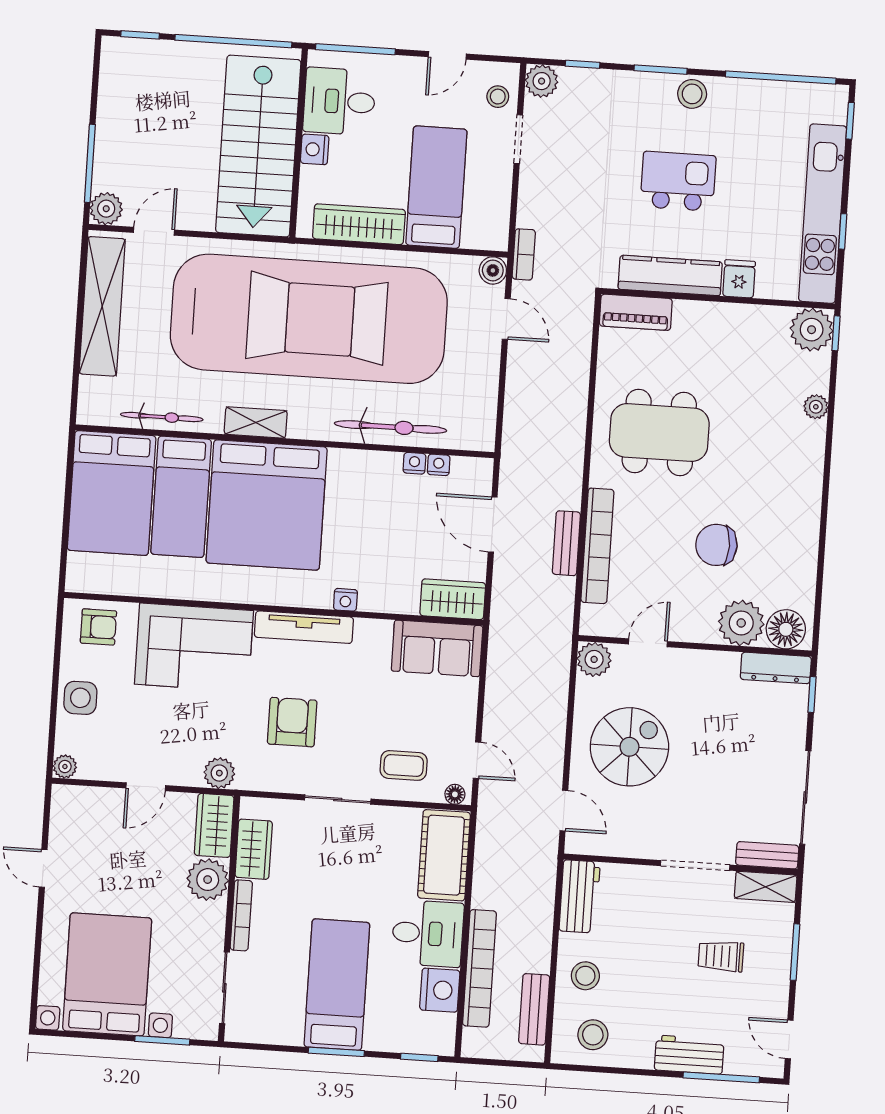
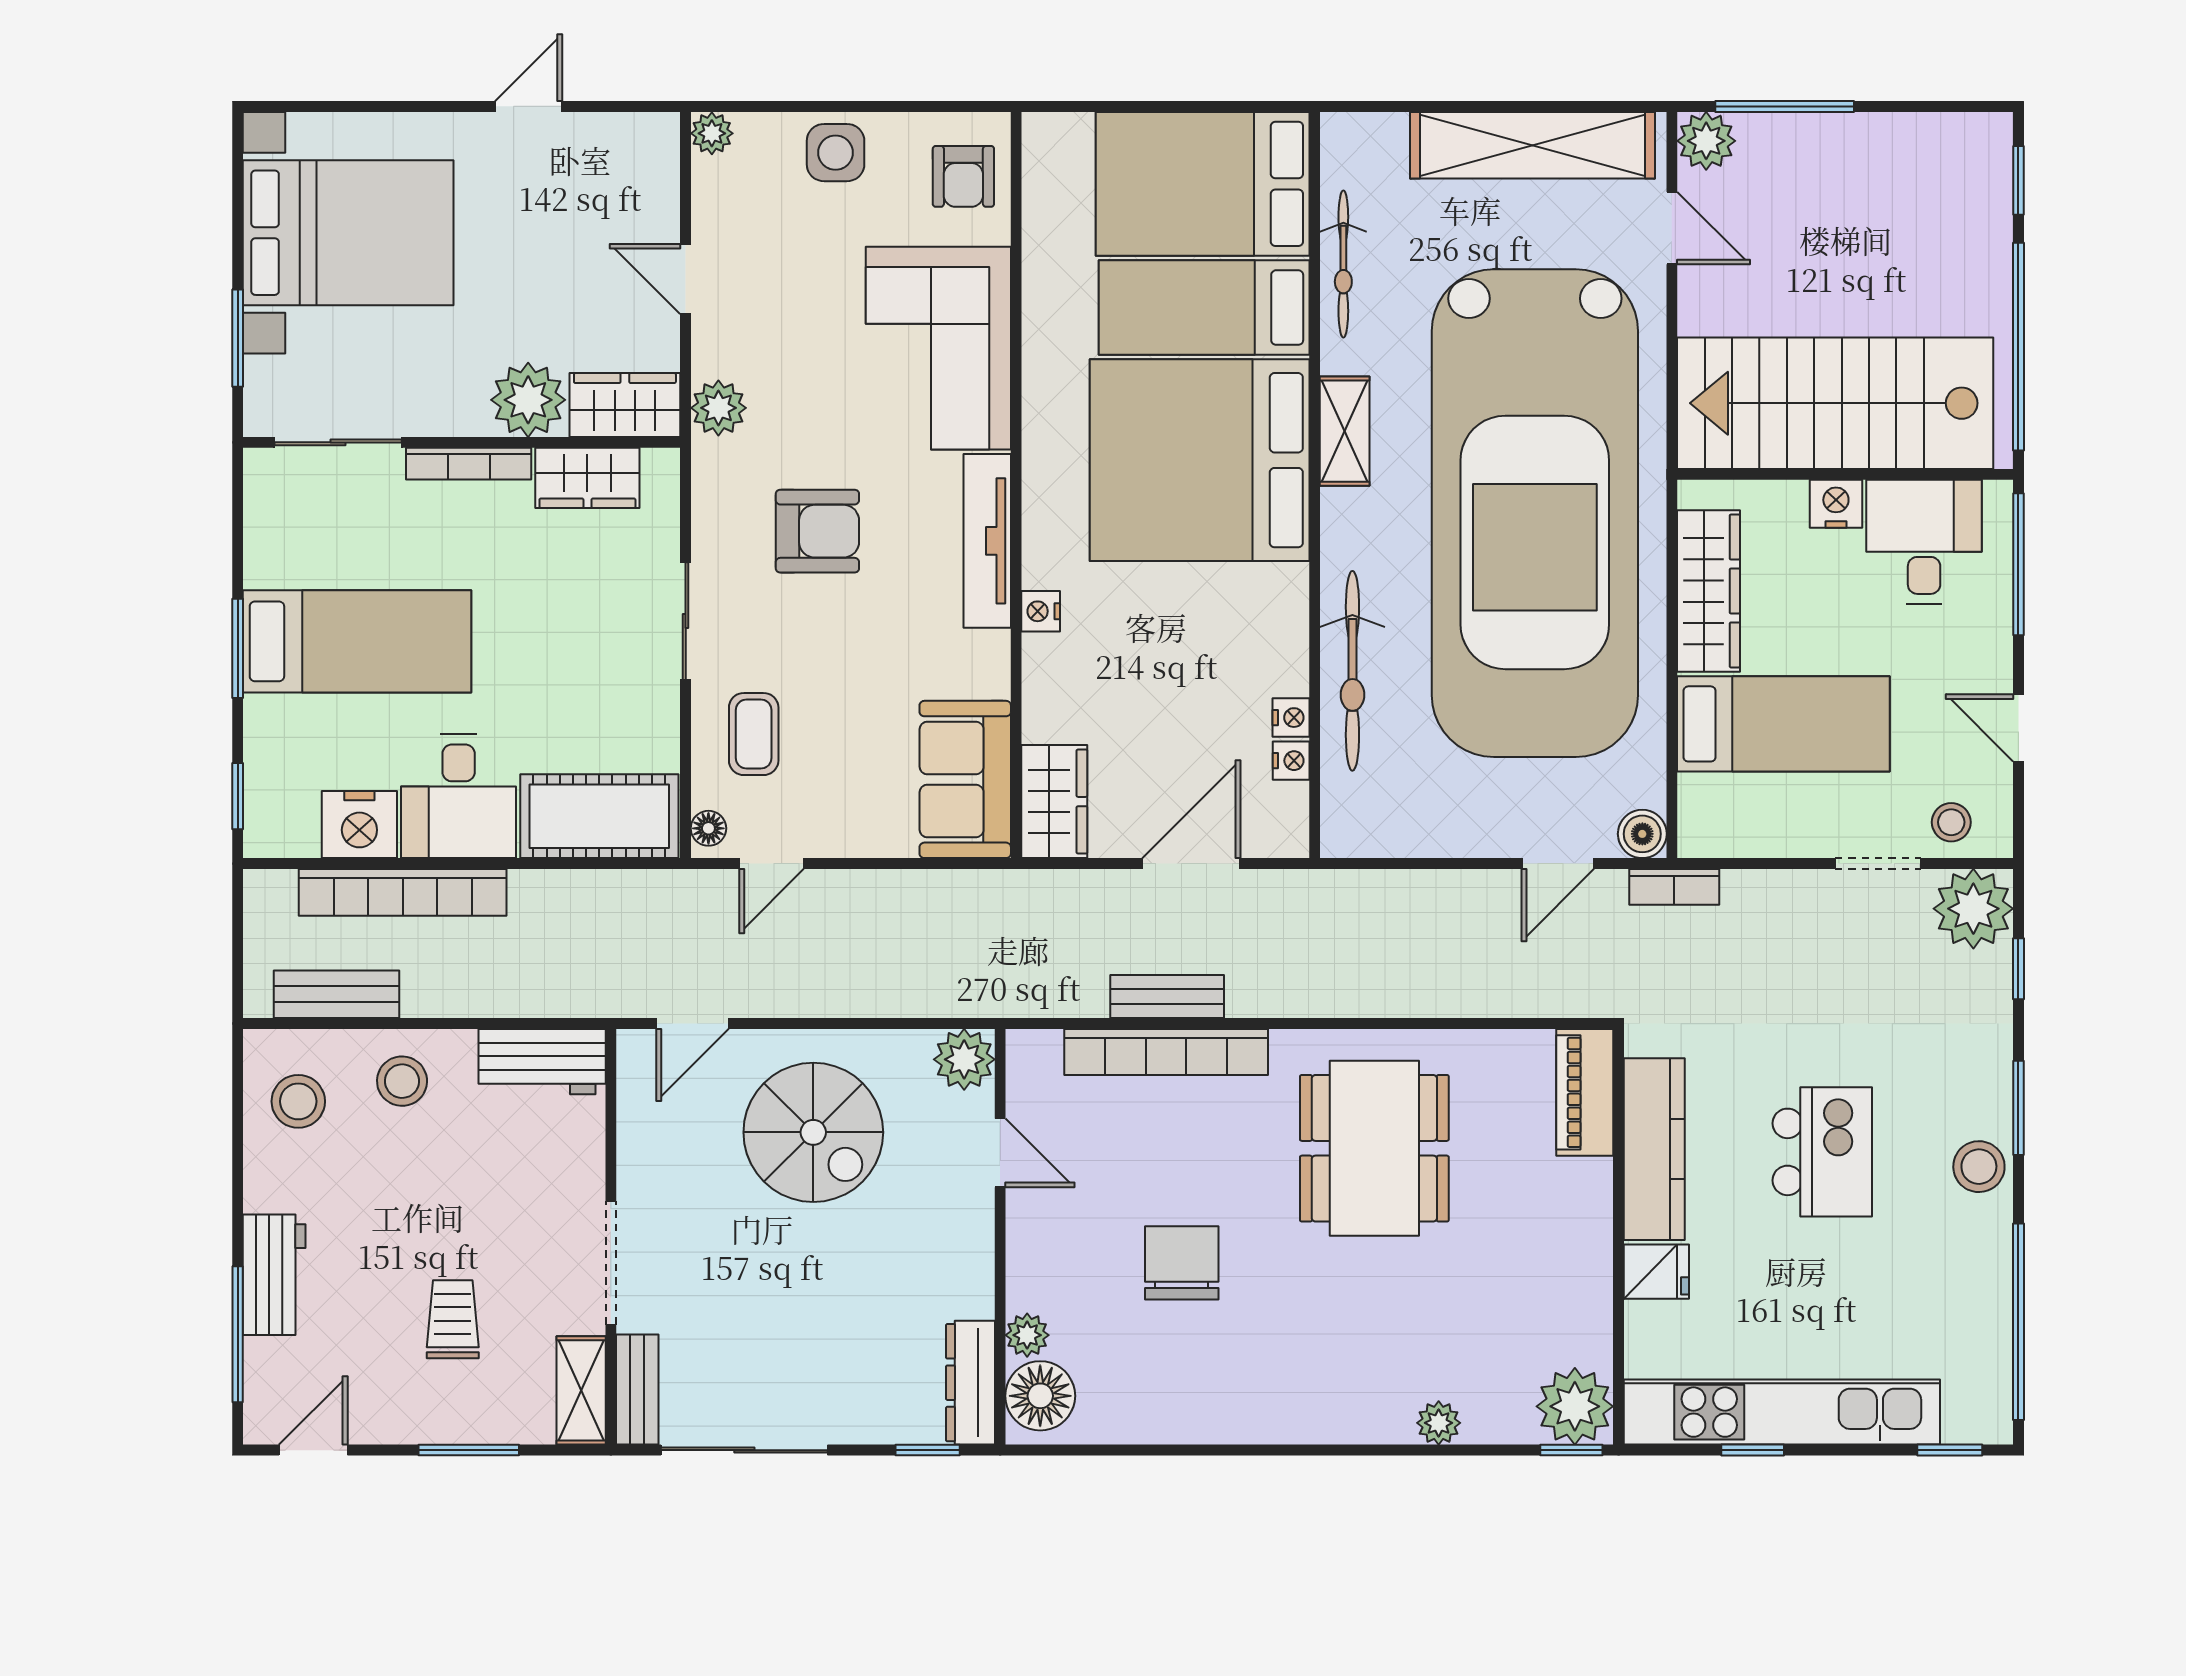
plant: (542, 81) -> (1973, 909), width x1.36, depth x1.36
plant: (741, 623) -> (1027, 1335), width x0.53, depth x0.53

